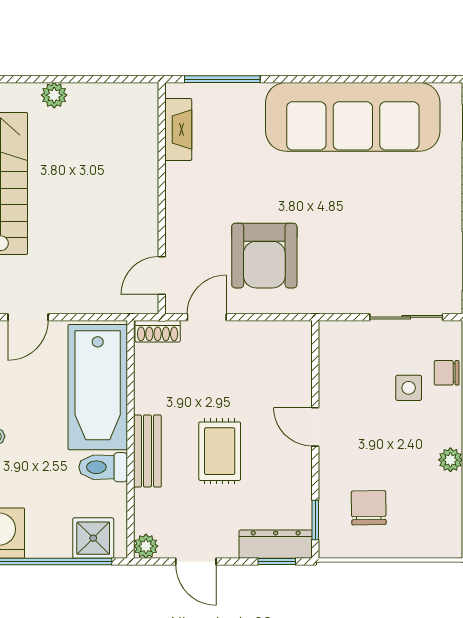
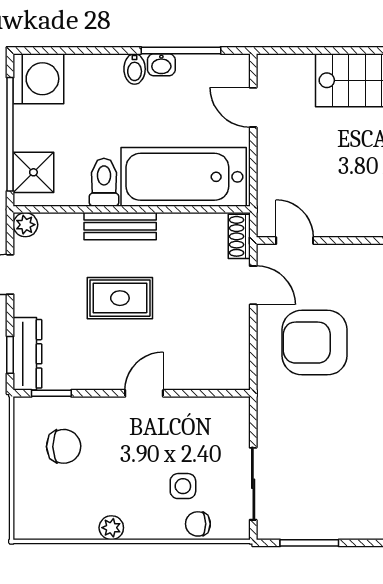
chair: (447, 373) -> (198, 524), turned -90

